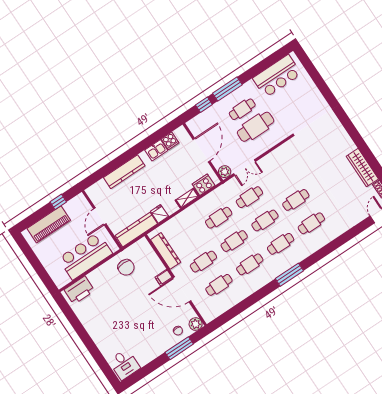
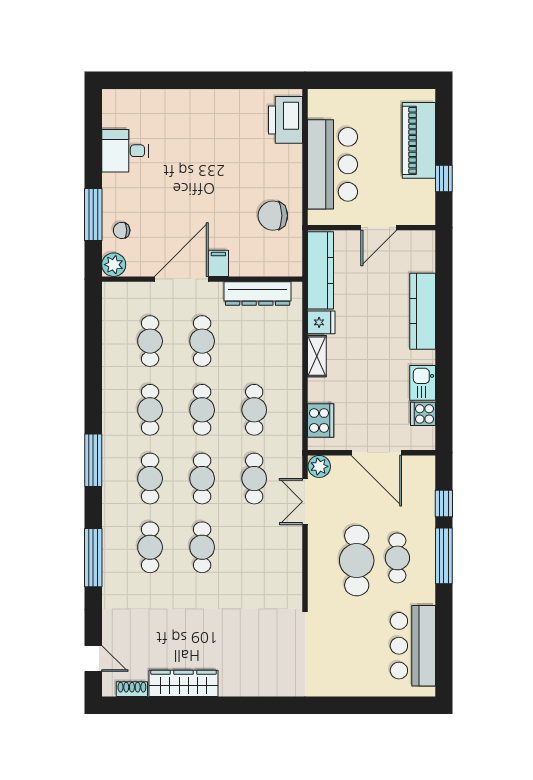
shelving: (187, 198) -> (317, 356), moved
door: (100, 216) -> (379, 228), swing flipped
window: (333, 246) -> (93, 558), added
desk: (124, 364) -> (125, 151), moved

